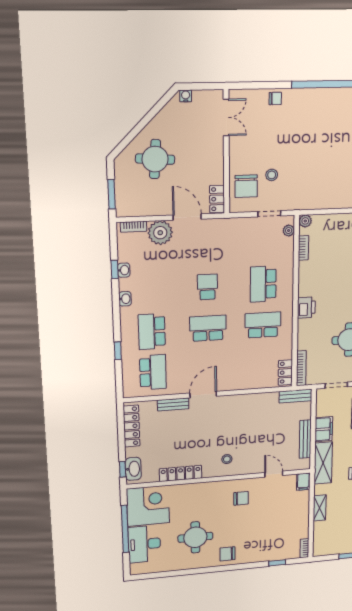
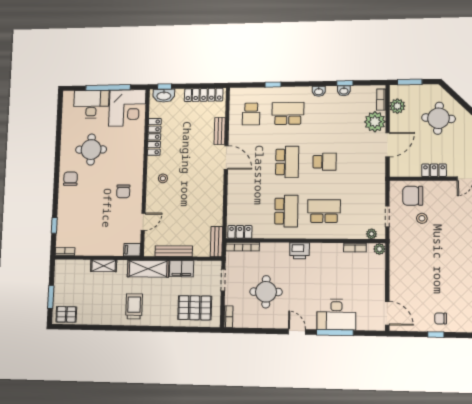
locker: (217, 199) -> (434, 170), moved
plant: (141, 208) -> (397, 106), added
school desk: (153, 372) -> (251, 114), width x0.54

